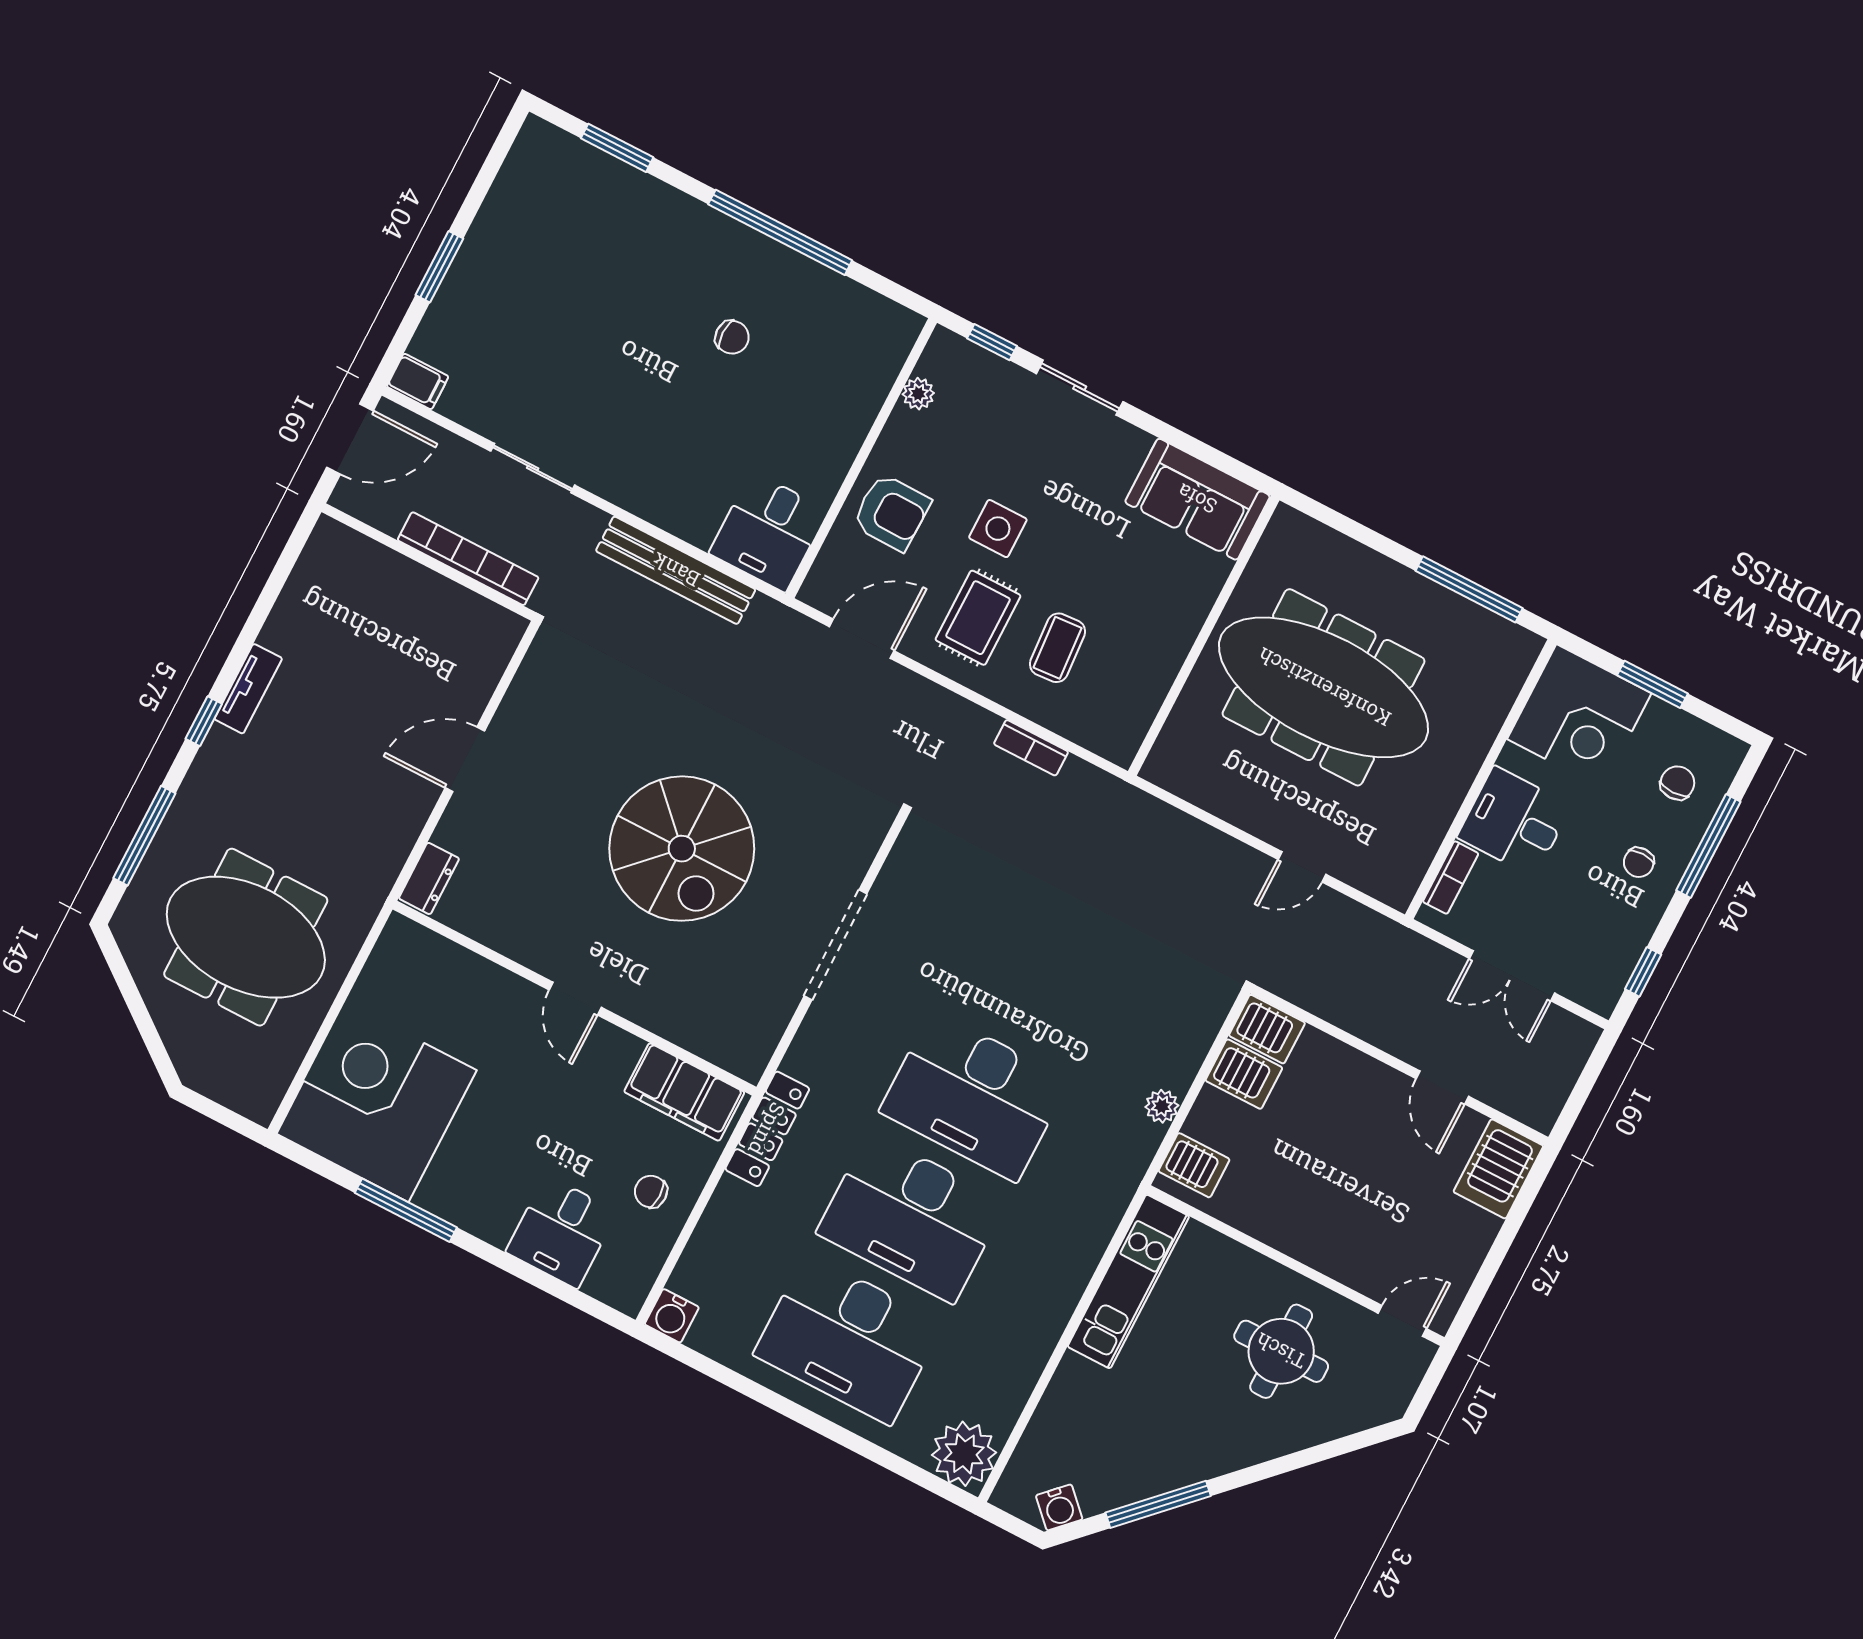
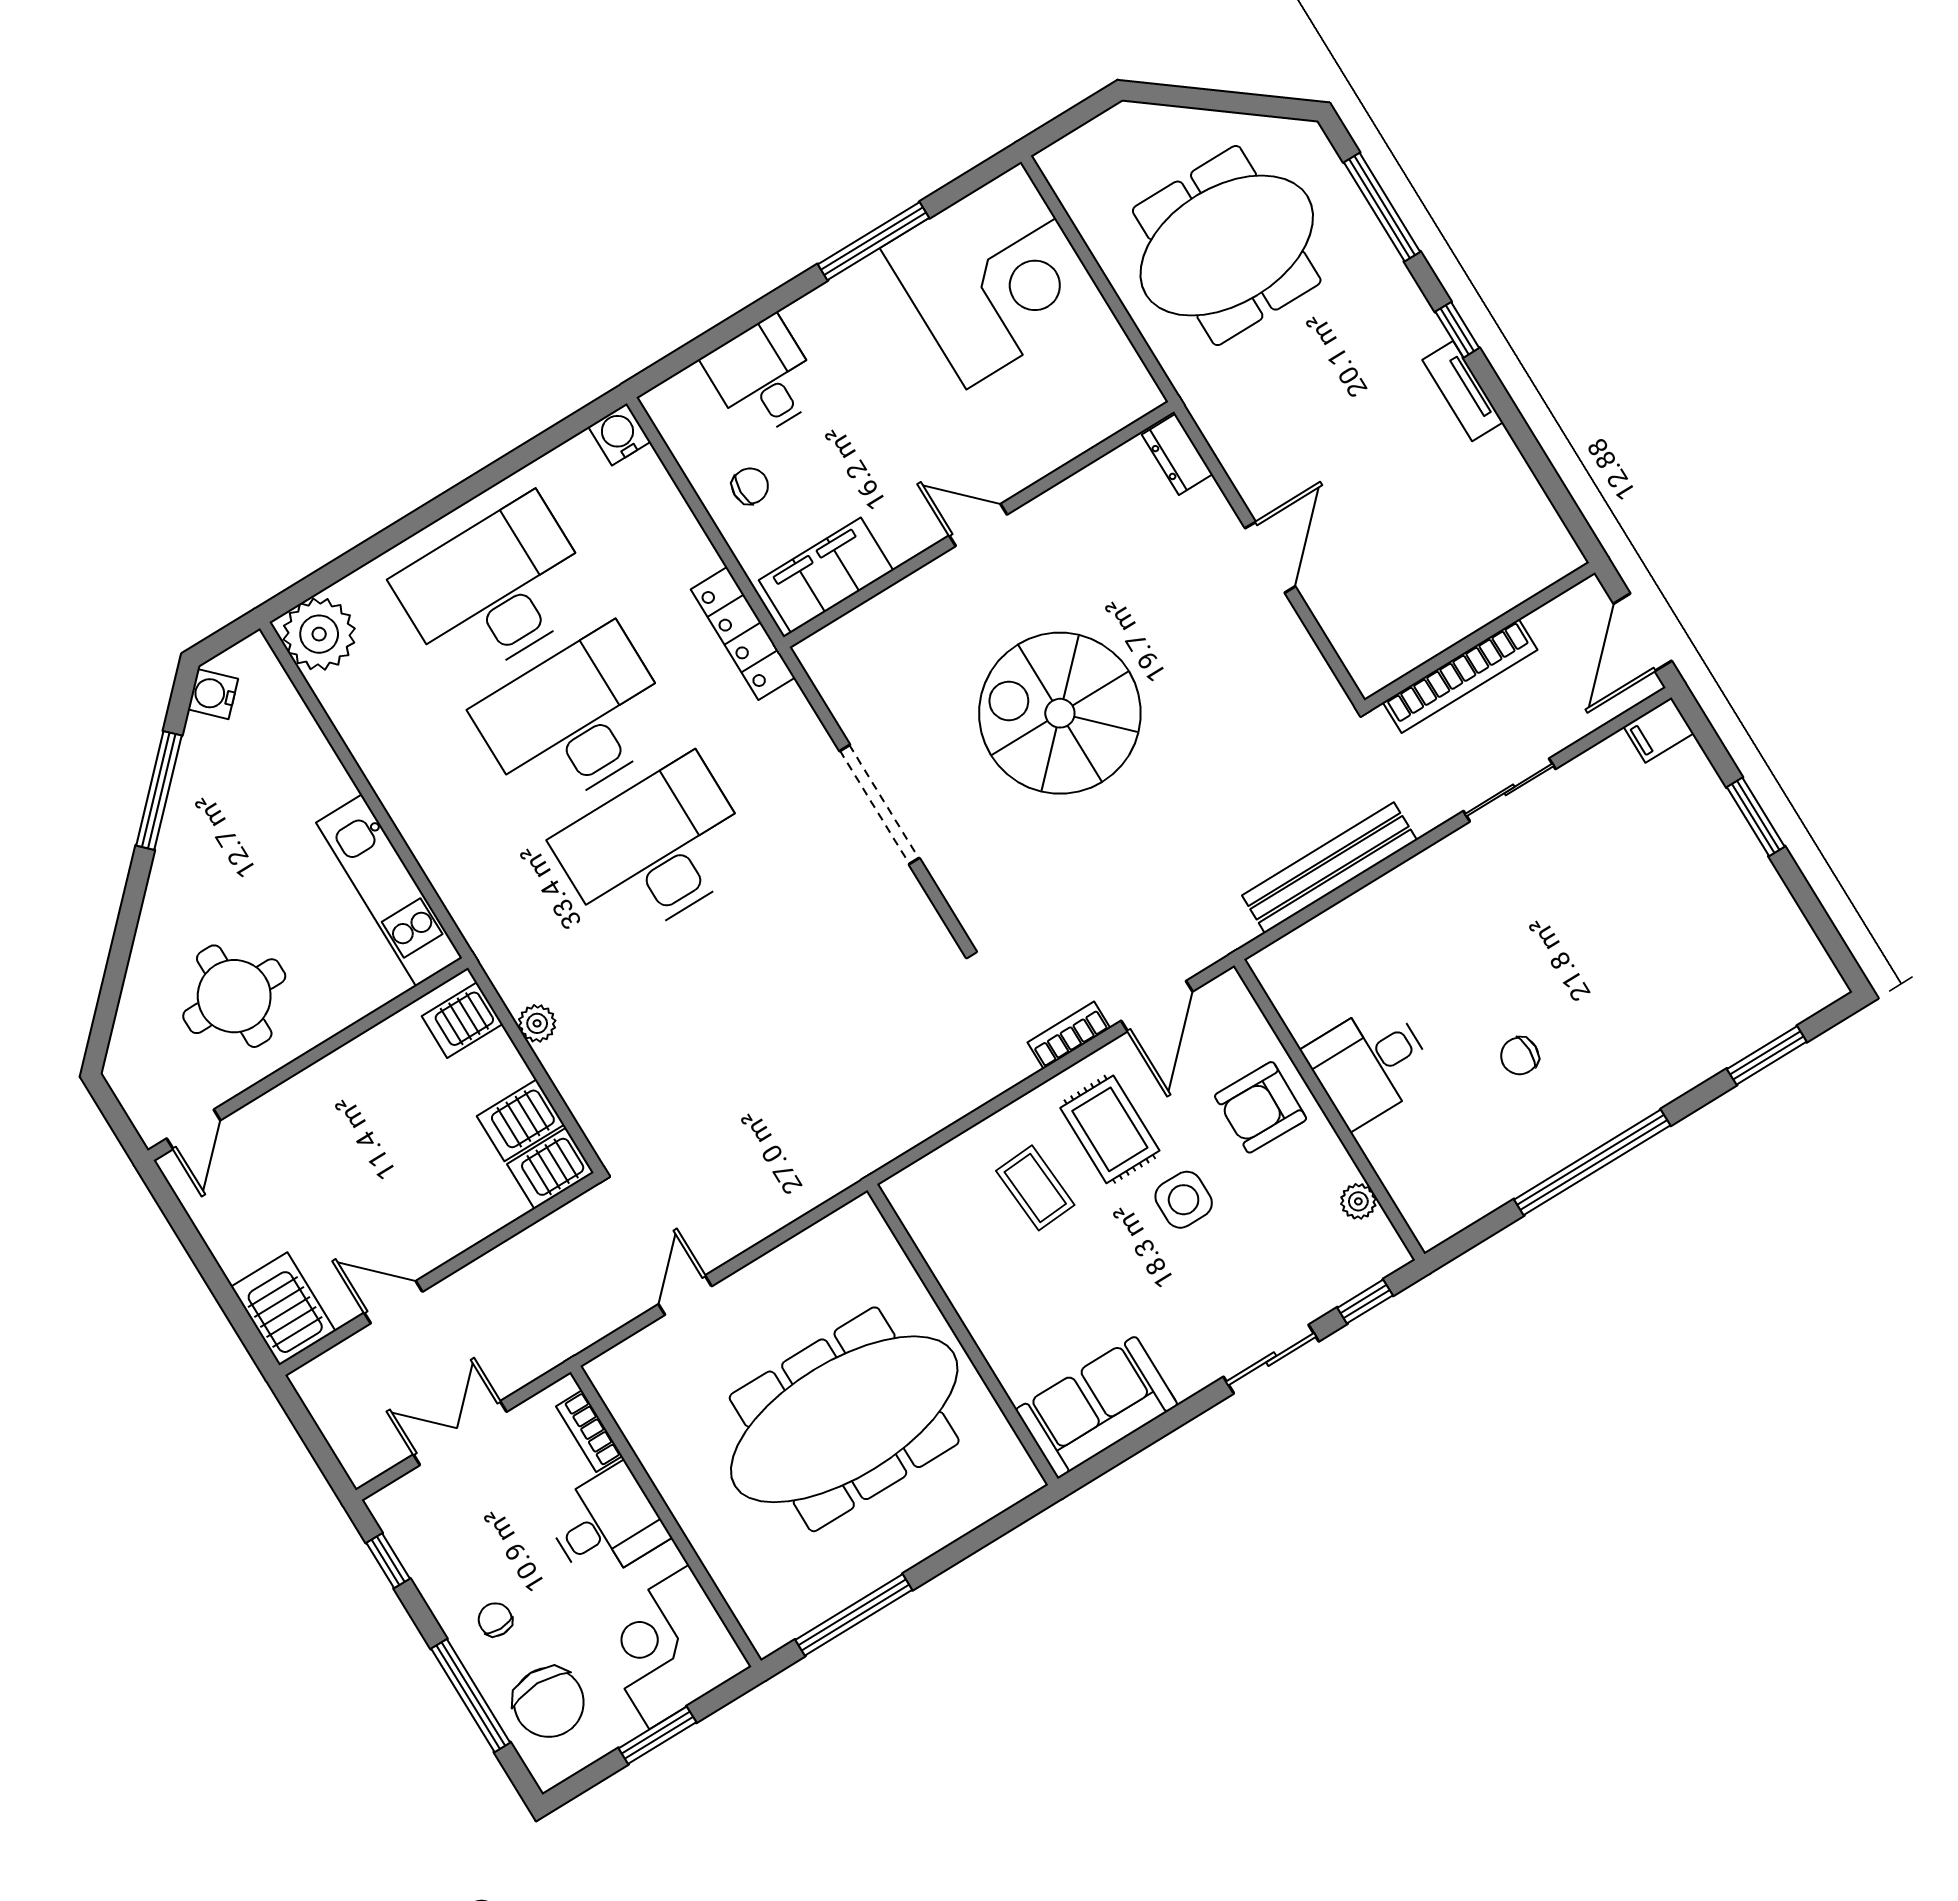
desk: (768, 532) -> (1370, 1064), moved, turned -90
bookcase: (1031, 748) -> (1069, 1035), moved
chair: (1677, 783) -> (549, 1702), width x1.87, depth x1.87

